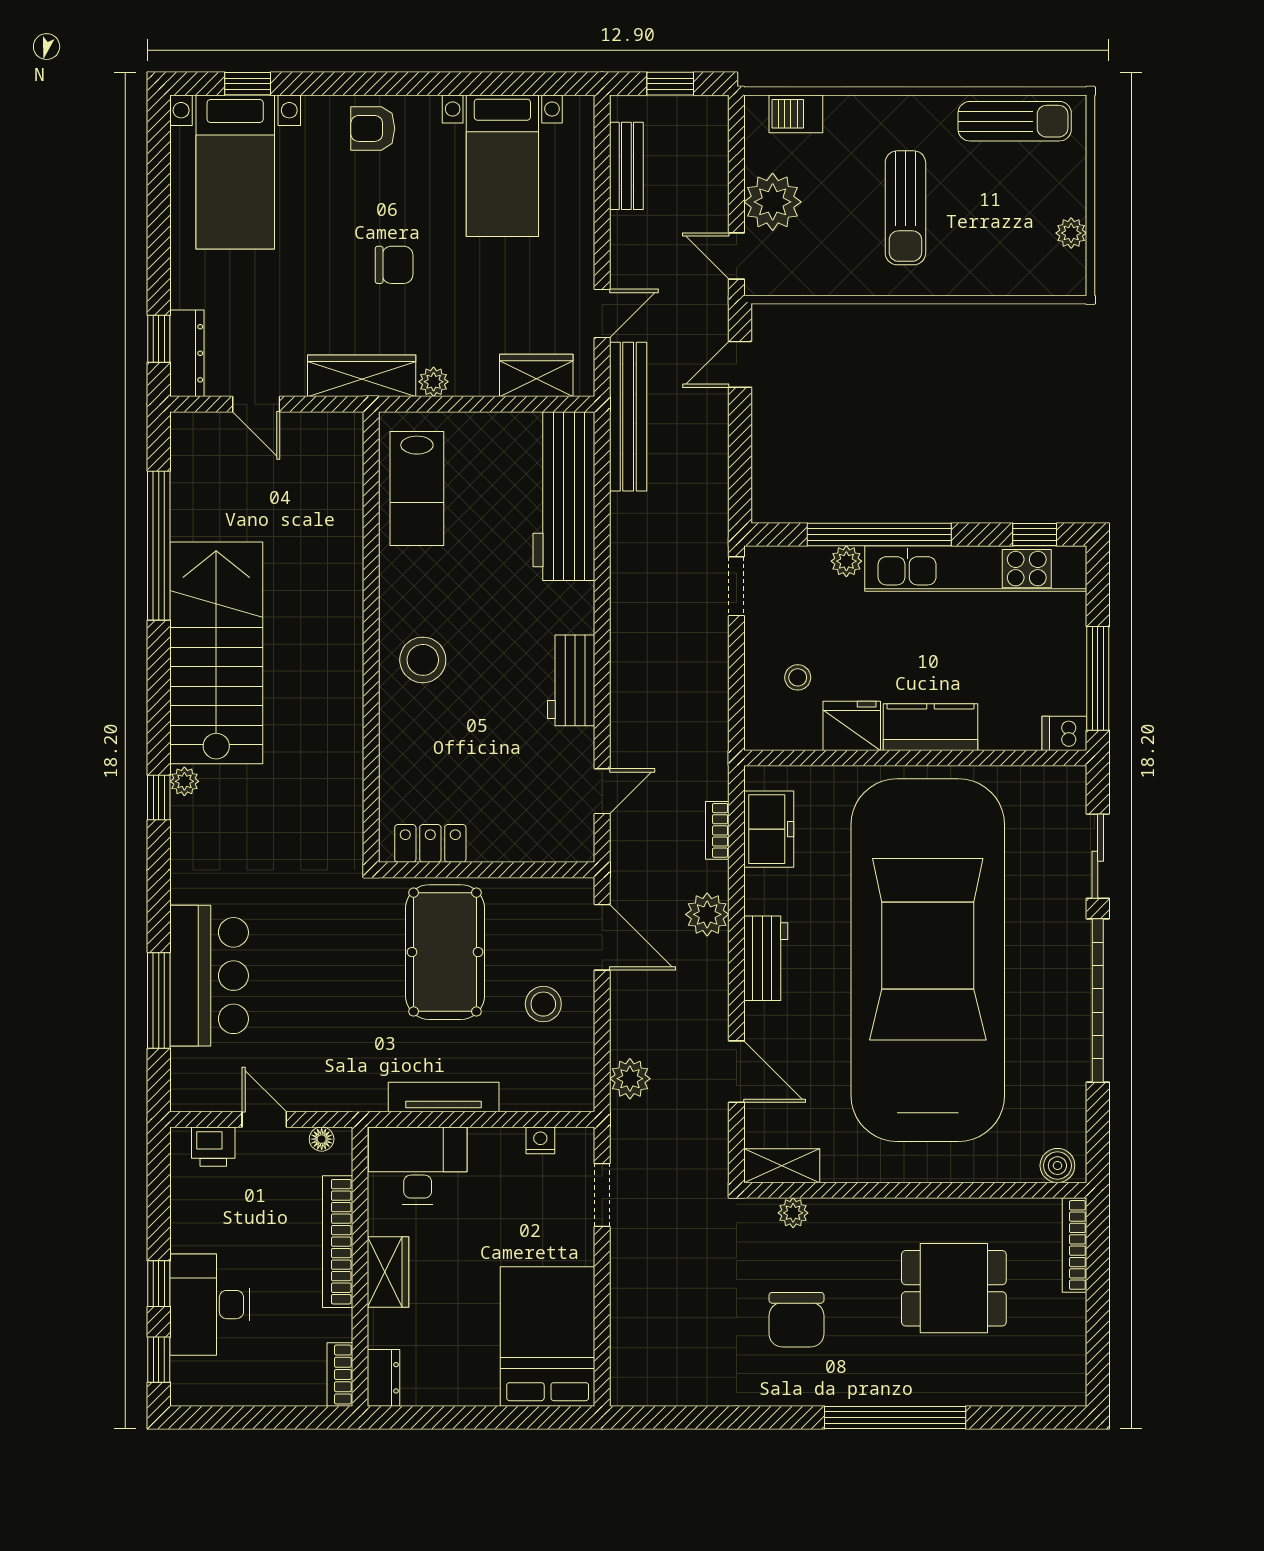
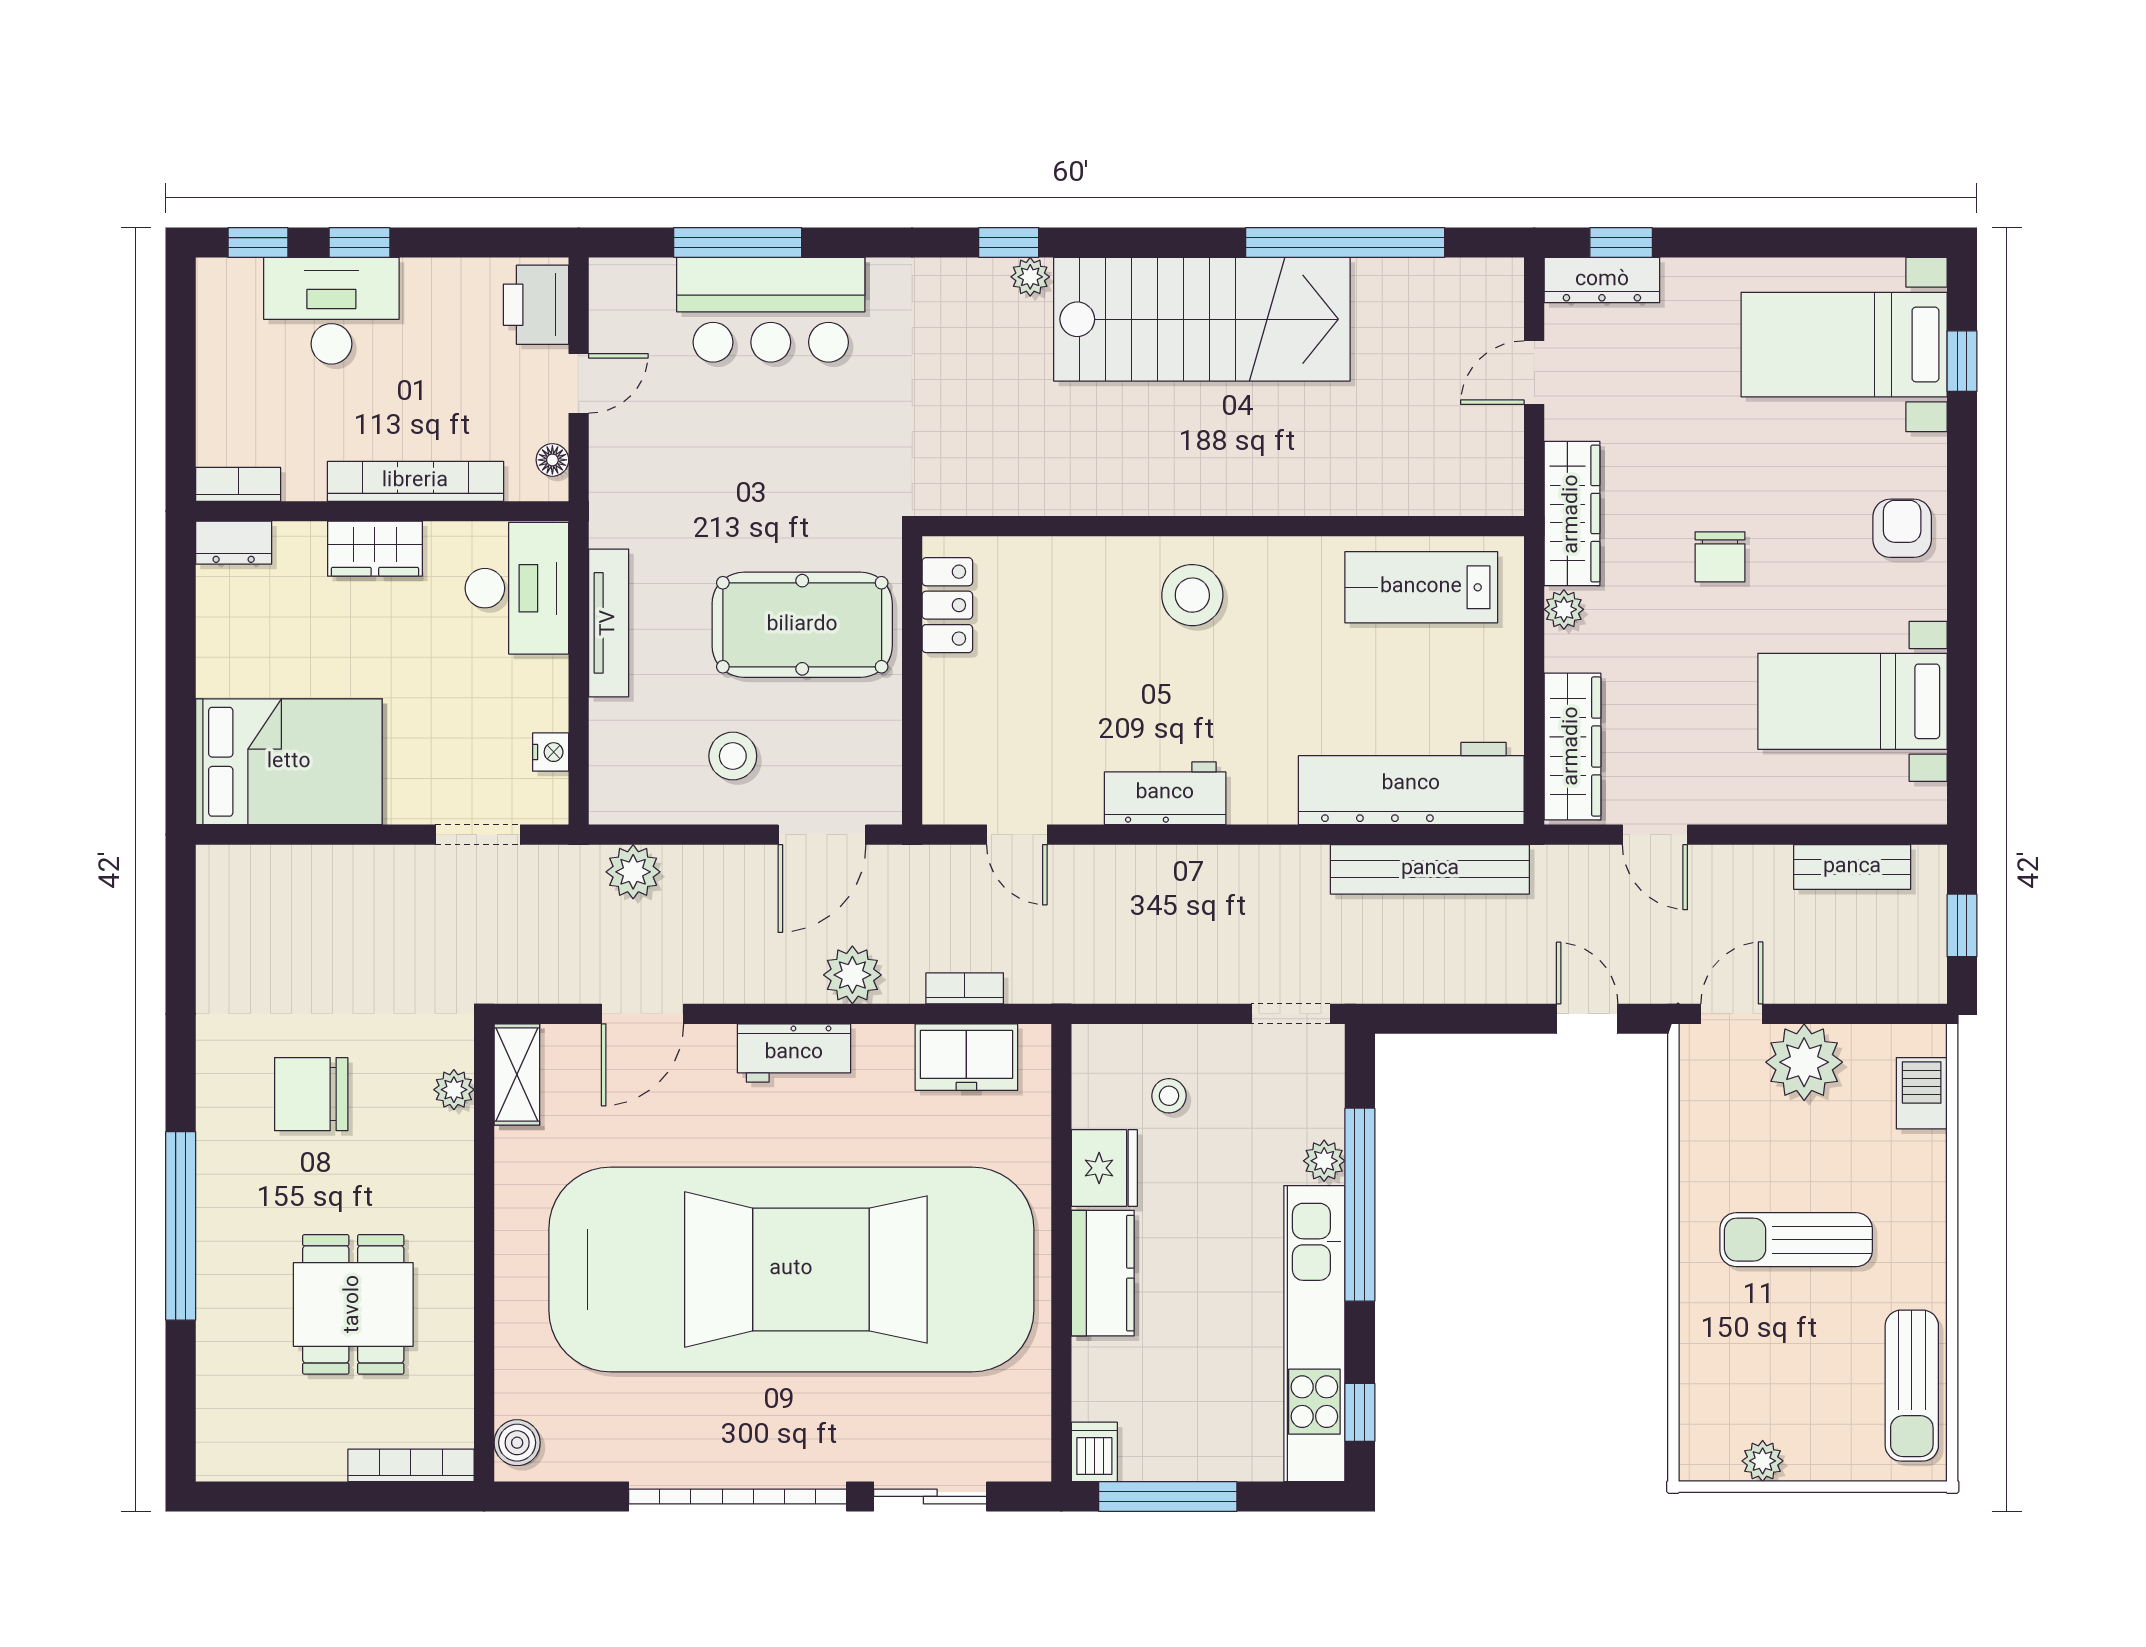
wardrobe: (536, 375) -> (1572, 746), width x1.50
bench: (628, 417) -> (1430, 869), moved
printer: (213, 1147) -> (536, 305), width x1.36, depth x1.24

